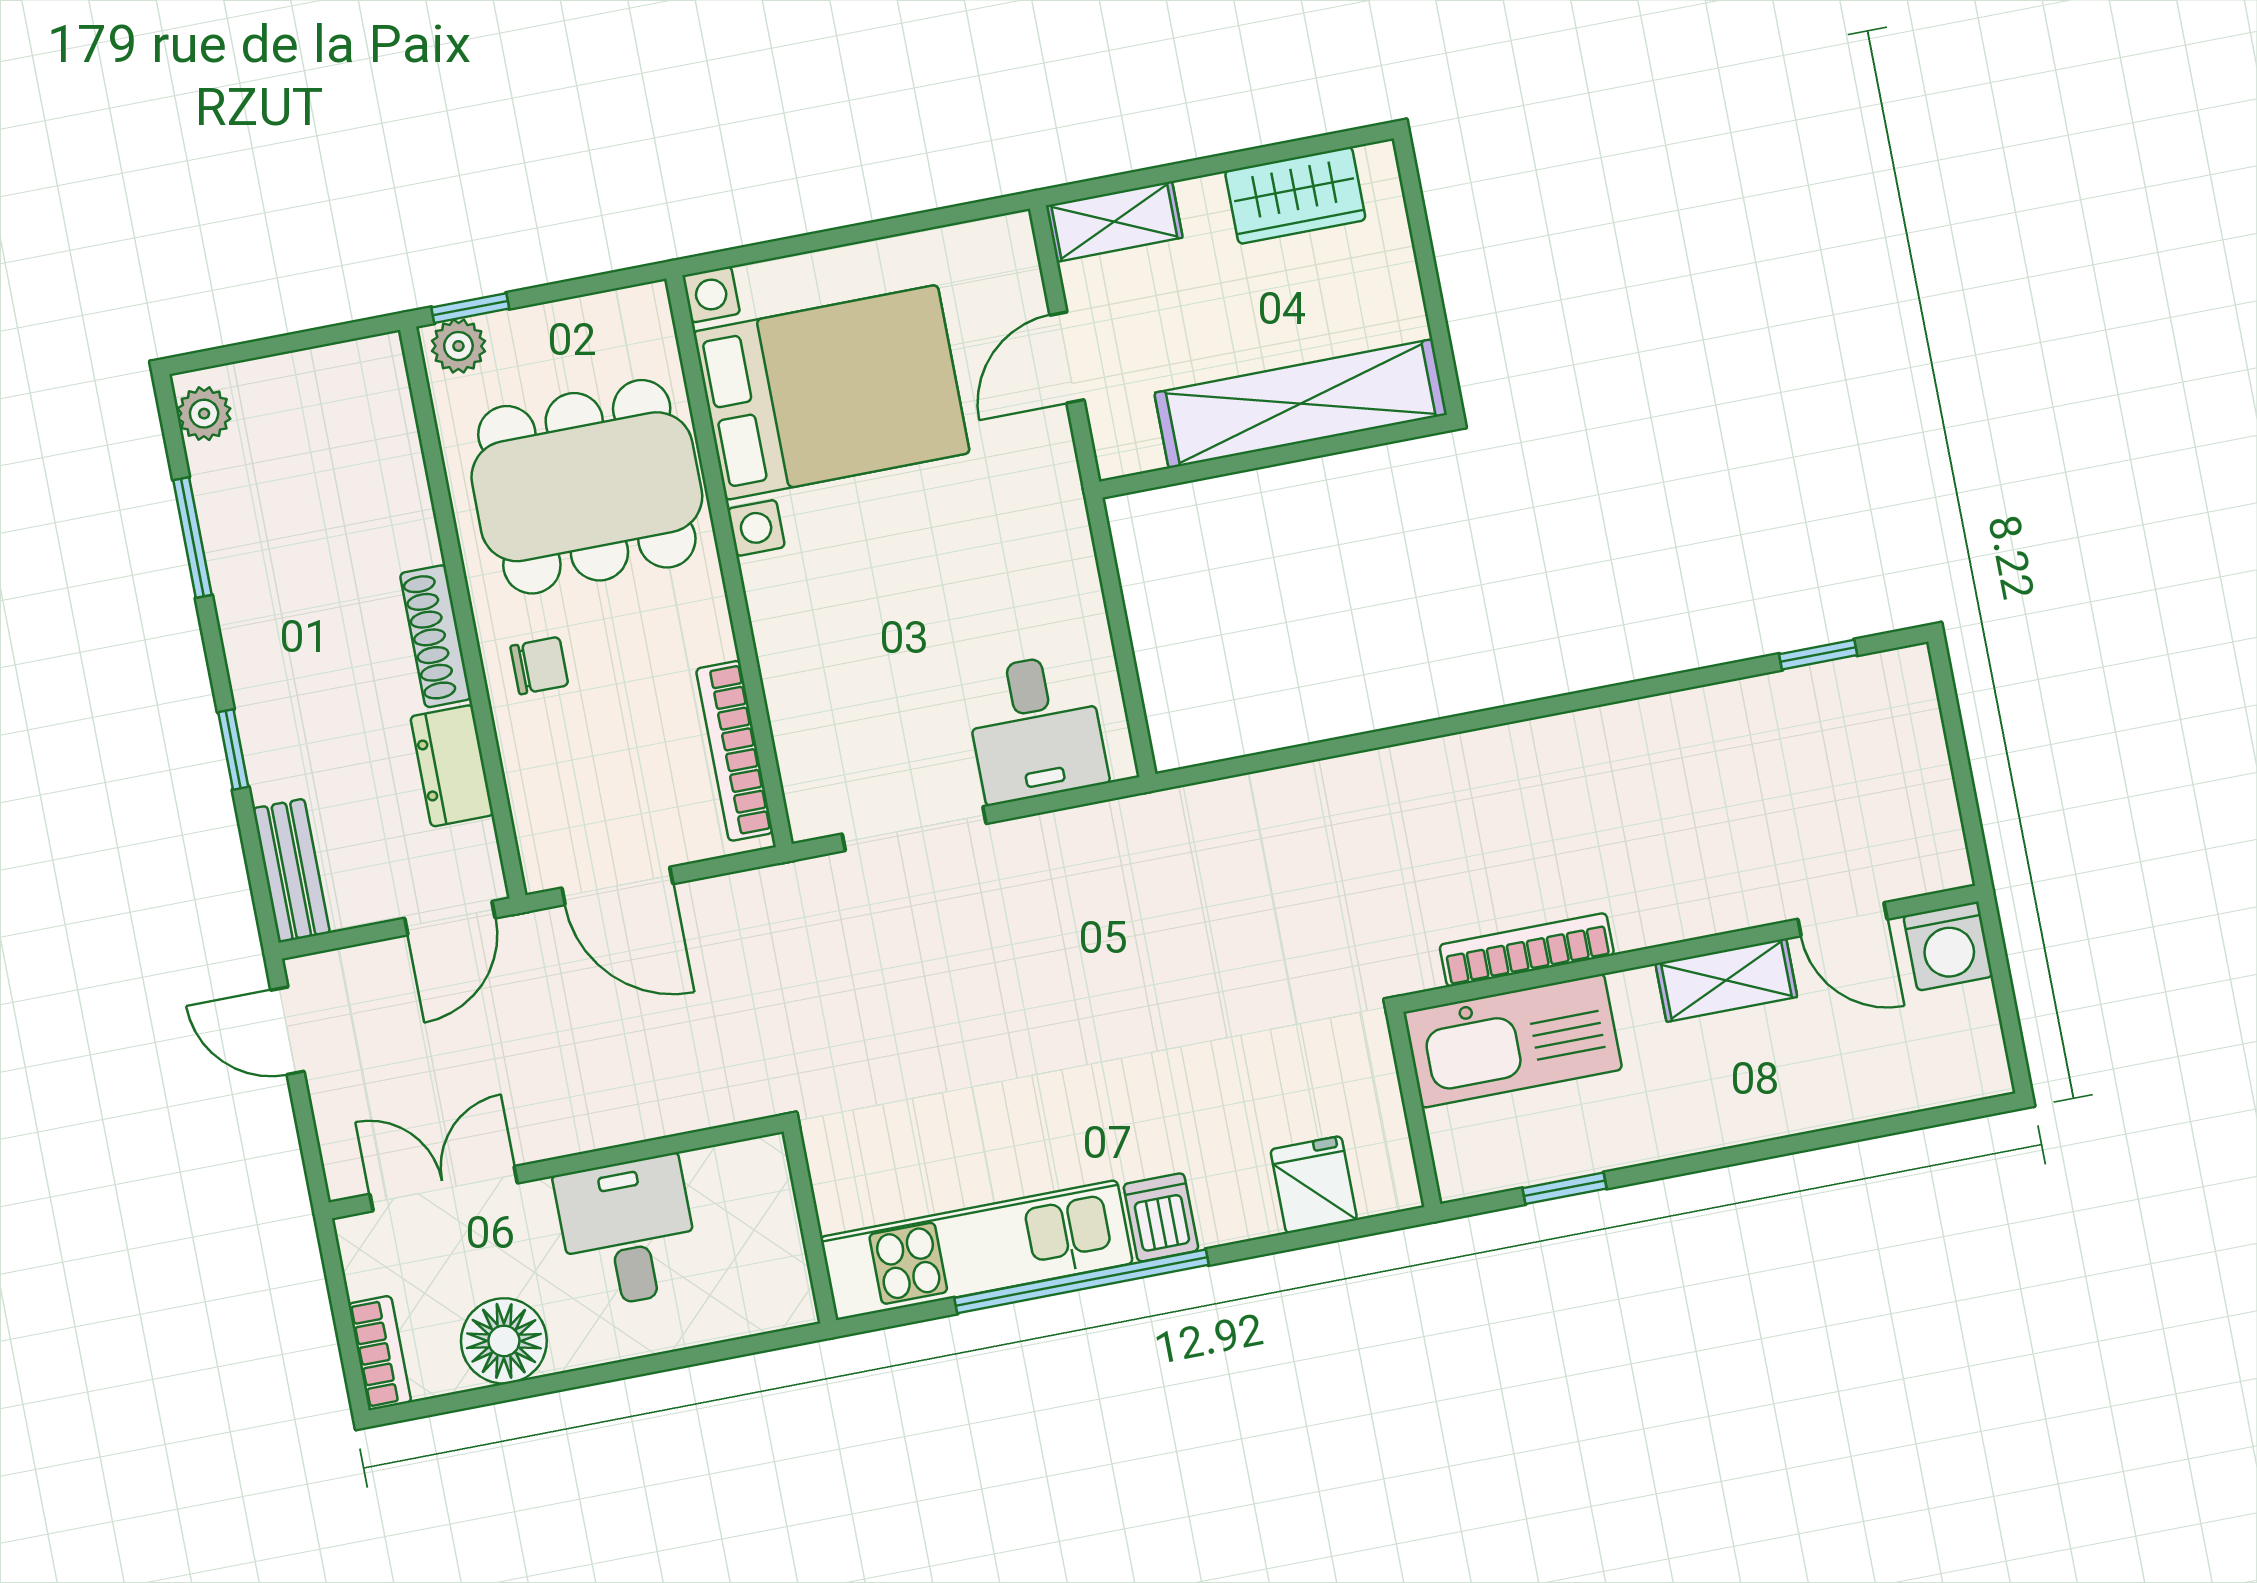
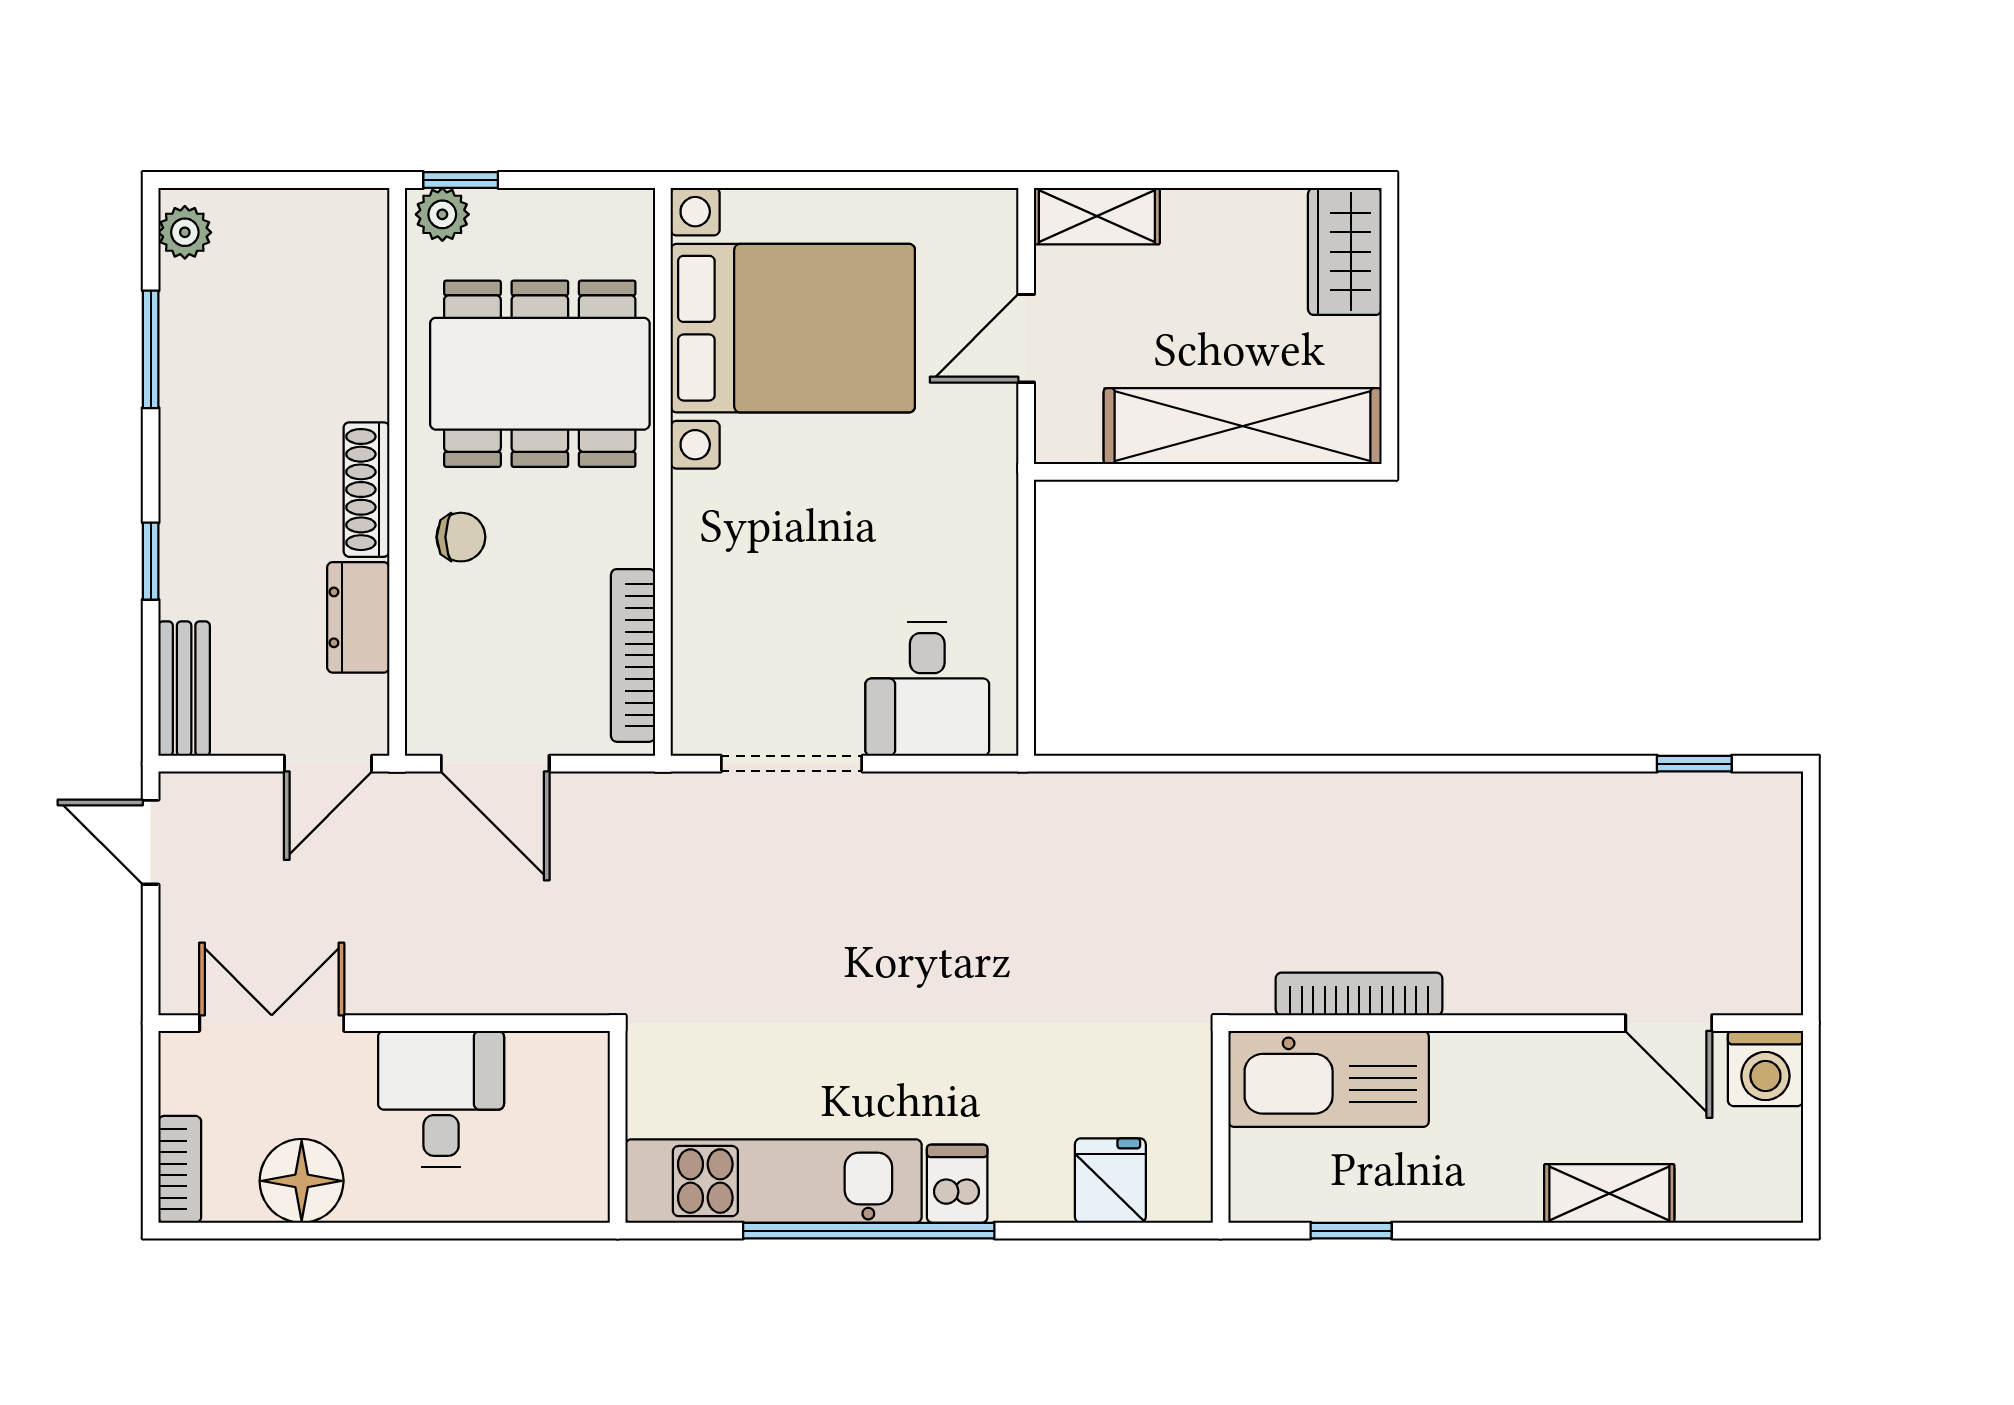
wardrobe: (1295, 195) -> (1345, 252), moved, turned 90
shelving: (1726, 980) -> (1609, 1193), moved

